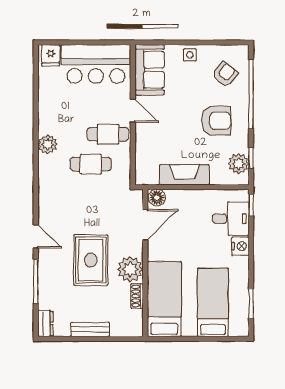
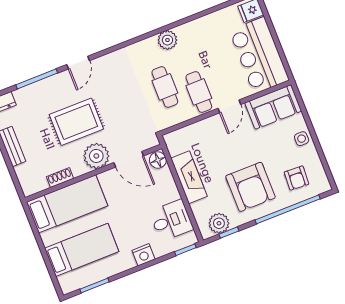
armchair: (225, 74) -> (297, 178), turned 54
armchair: (216, 121) -> (250, 187), width x1.36, depth x1.36
desk: (231, 219) -> (171, 220), moved, turned -90
plant: (130, 269) -> (96, 156), moved

